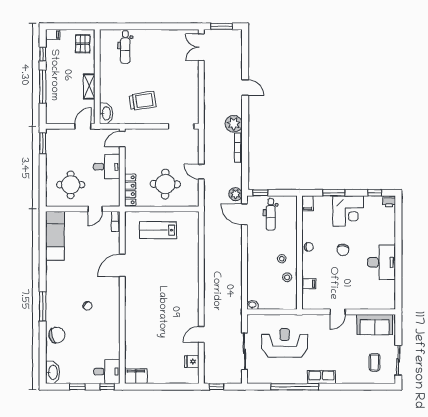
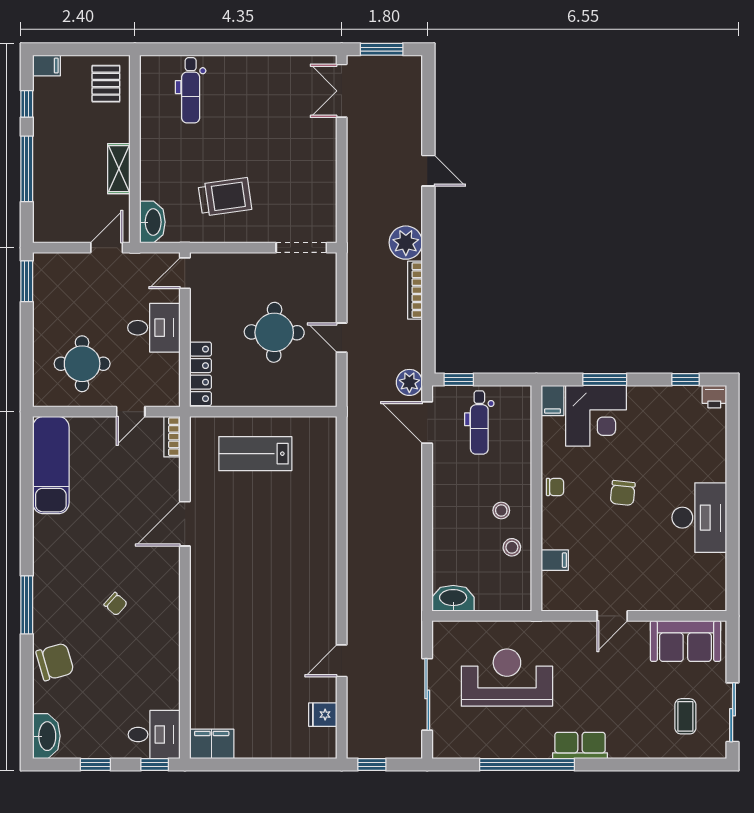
round table: (165, 184) -> (274, 332), moved
corner desk: (348, 211) -> (596, 416), moved
washbasin: (252, 305) -> (453, 598), width x1.91, depth x1.45

